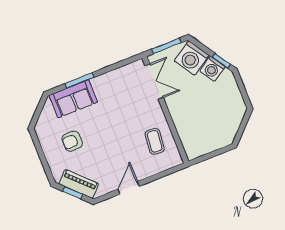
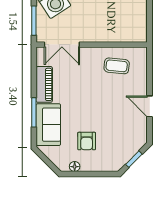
double door: (154, 82) -> (62, 45), swing flipped
floor lamp: (43, 139) -> (75, 167), added
piano: (79, 184) -> (44, 84), moved, turned 135

